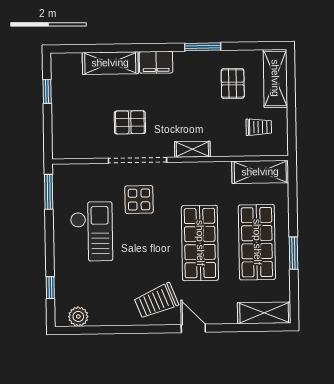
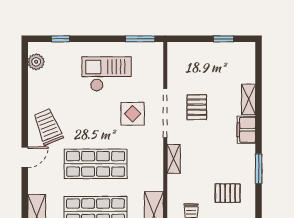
shelving: (110, 63) -> (249, 99), width x0.67, depth x0.75
checkout: (92, 231) -> (107, 74), turned 180

